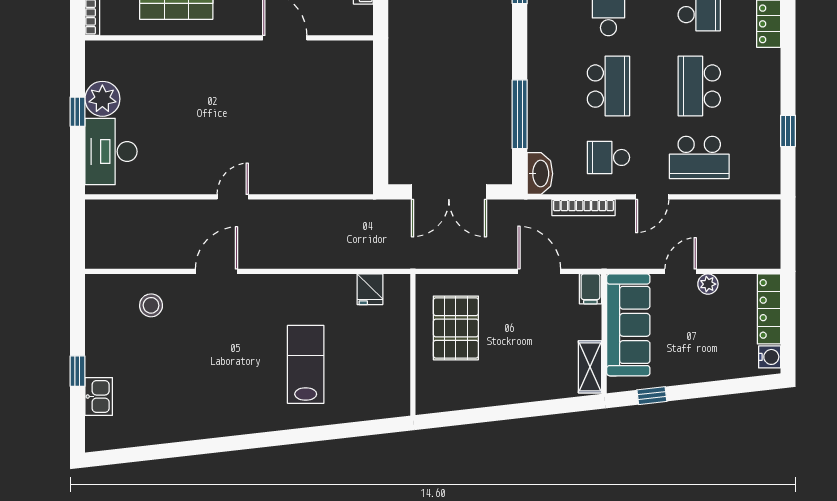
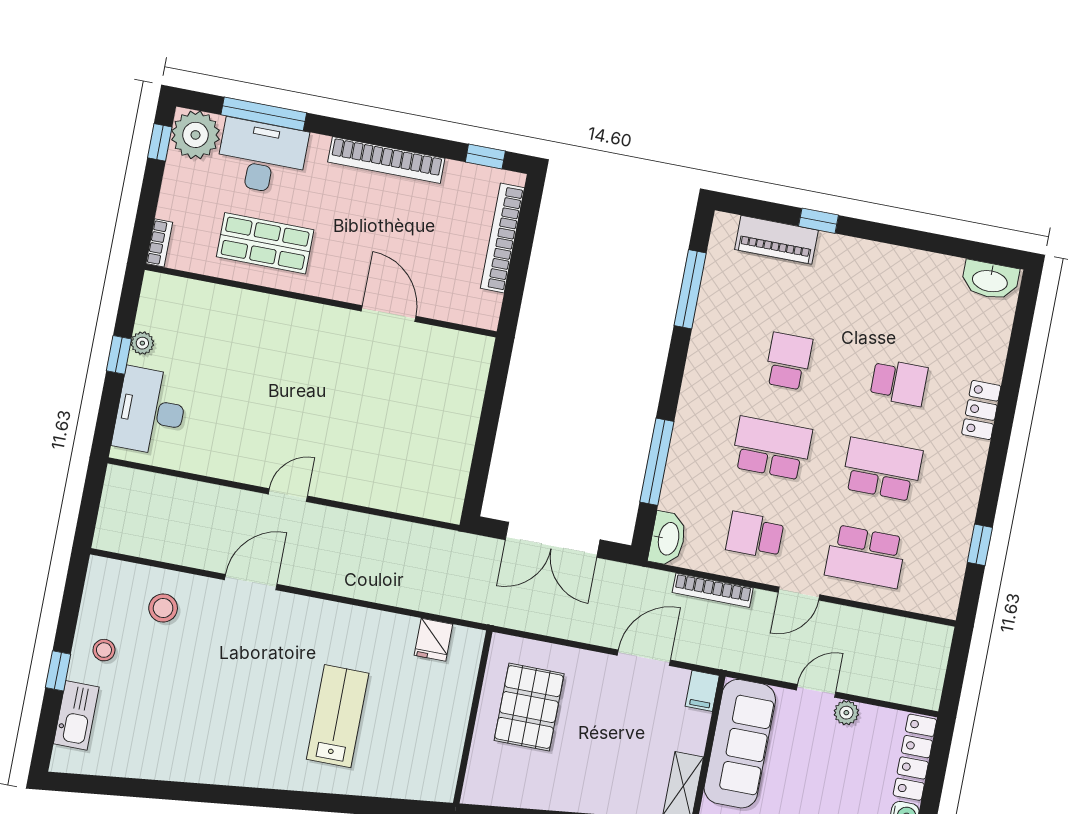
school desk: (608, 86) -> (772, 448), turned -90
school desk: (699, 86) -> (882, 469), turned 90
plant: (102, 99) -> (142, 343), width x0.53, depth x0.53
door: (539, 271) -> (644, 658), hinge flipped
stool: (111, 348) -> (104, 650), added
kitchen sink: (99, 397) -> (76, 715), width x1.38

